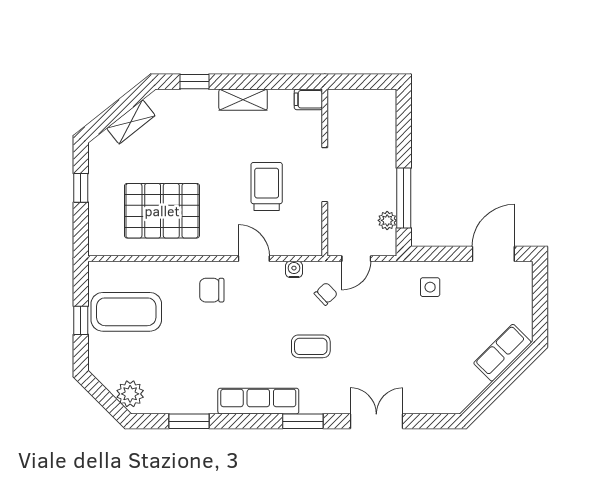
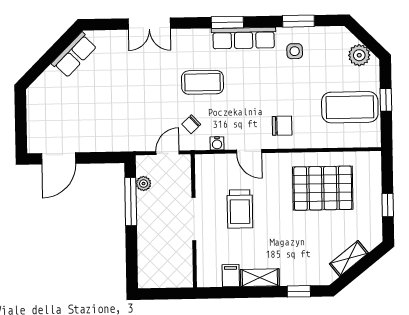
filing cabinet: (308, 99) -> (231, 276), moved, turned -90
side table: (430, 287) -> (295, 51), moved
coffee table: (311, 346) -> (203, 82), width x1.36, depth x1.30
row of seats: (502, 353) -> (74, 55), moved
plant: (130, 394) -> (359, 55), moved
window: (303, 421) -> (227, 22), moved

